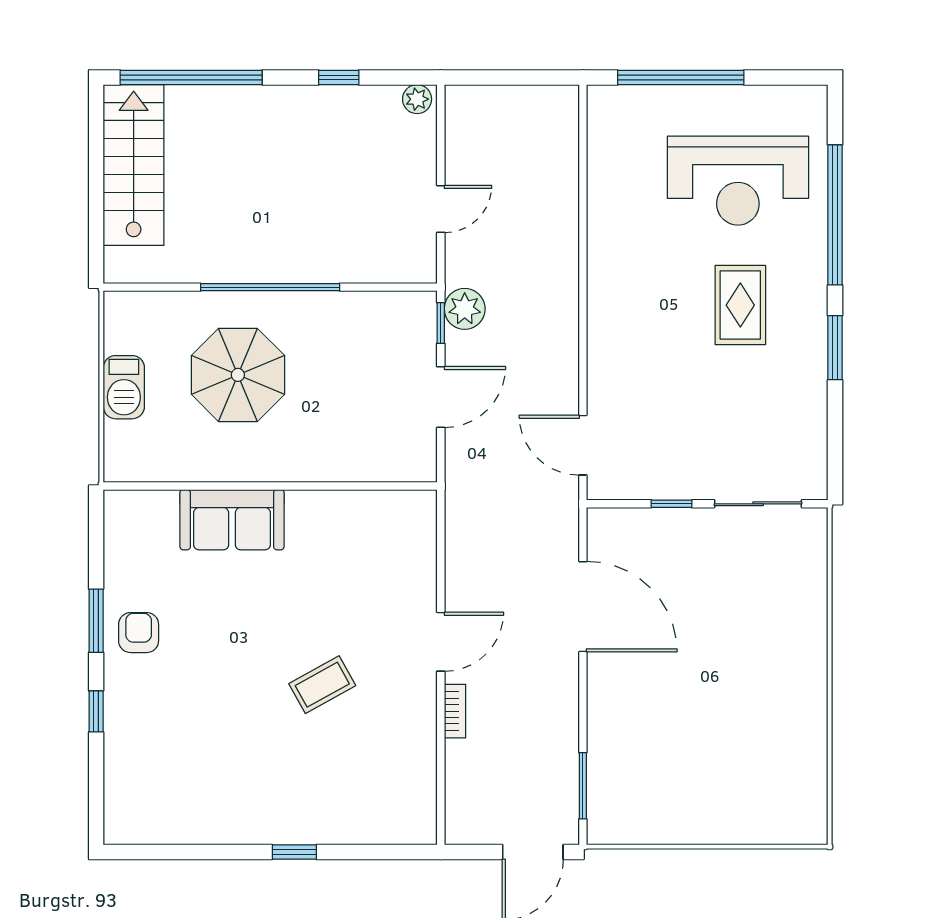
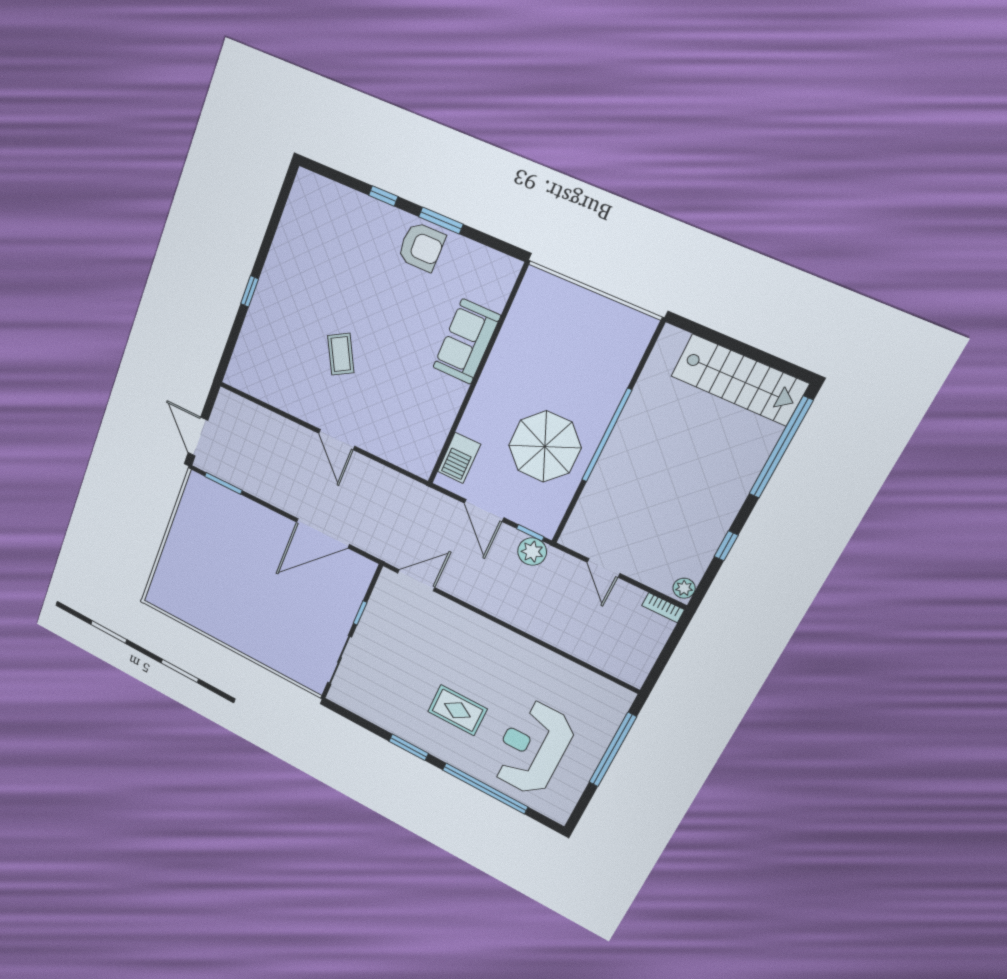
parasol: (238, 375) -> (545, 446), moved
barbecue: (124, 387) -> (459, 458), moved, turned -90
armchair: (139, 633) -> (421, 247), width x1.38, depth x1.38
bookcase: (455, 711) -> (663, 608), moved

